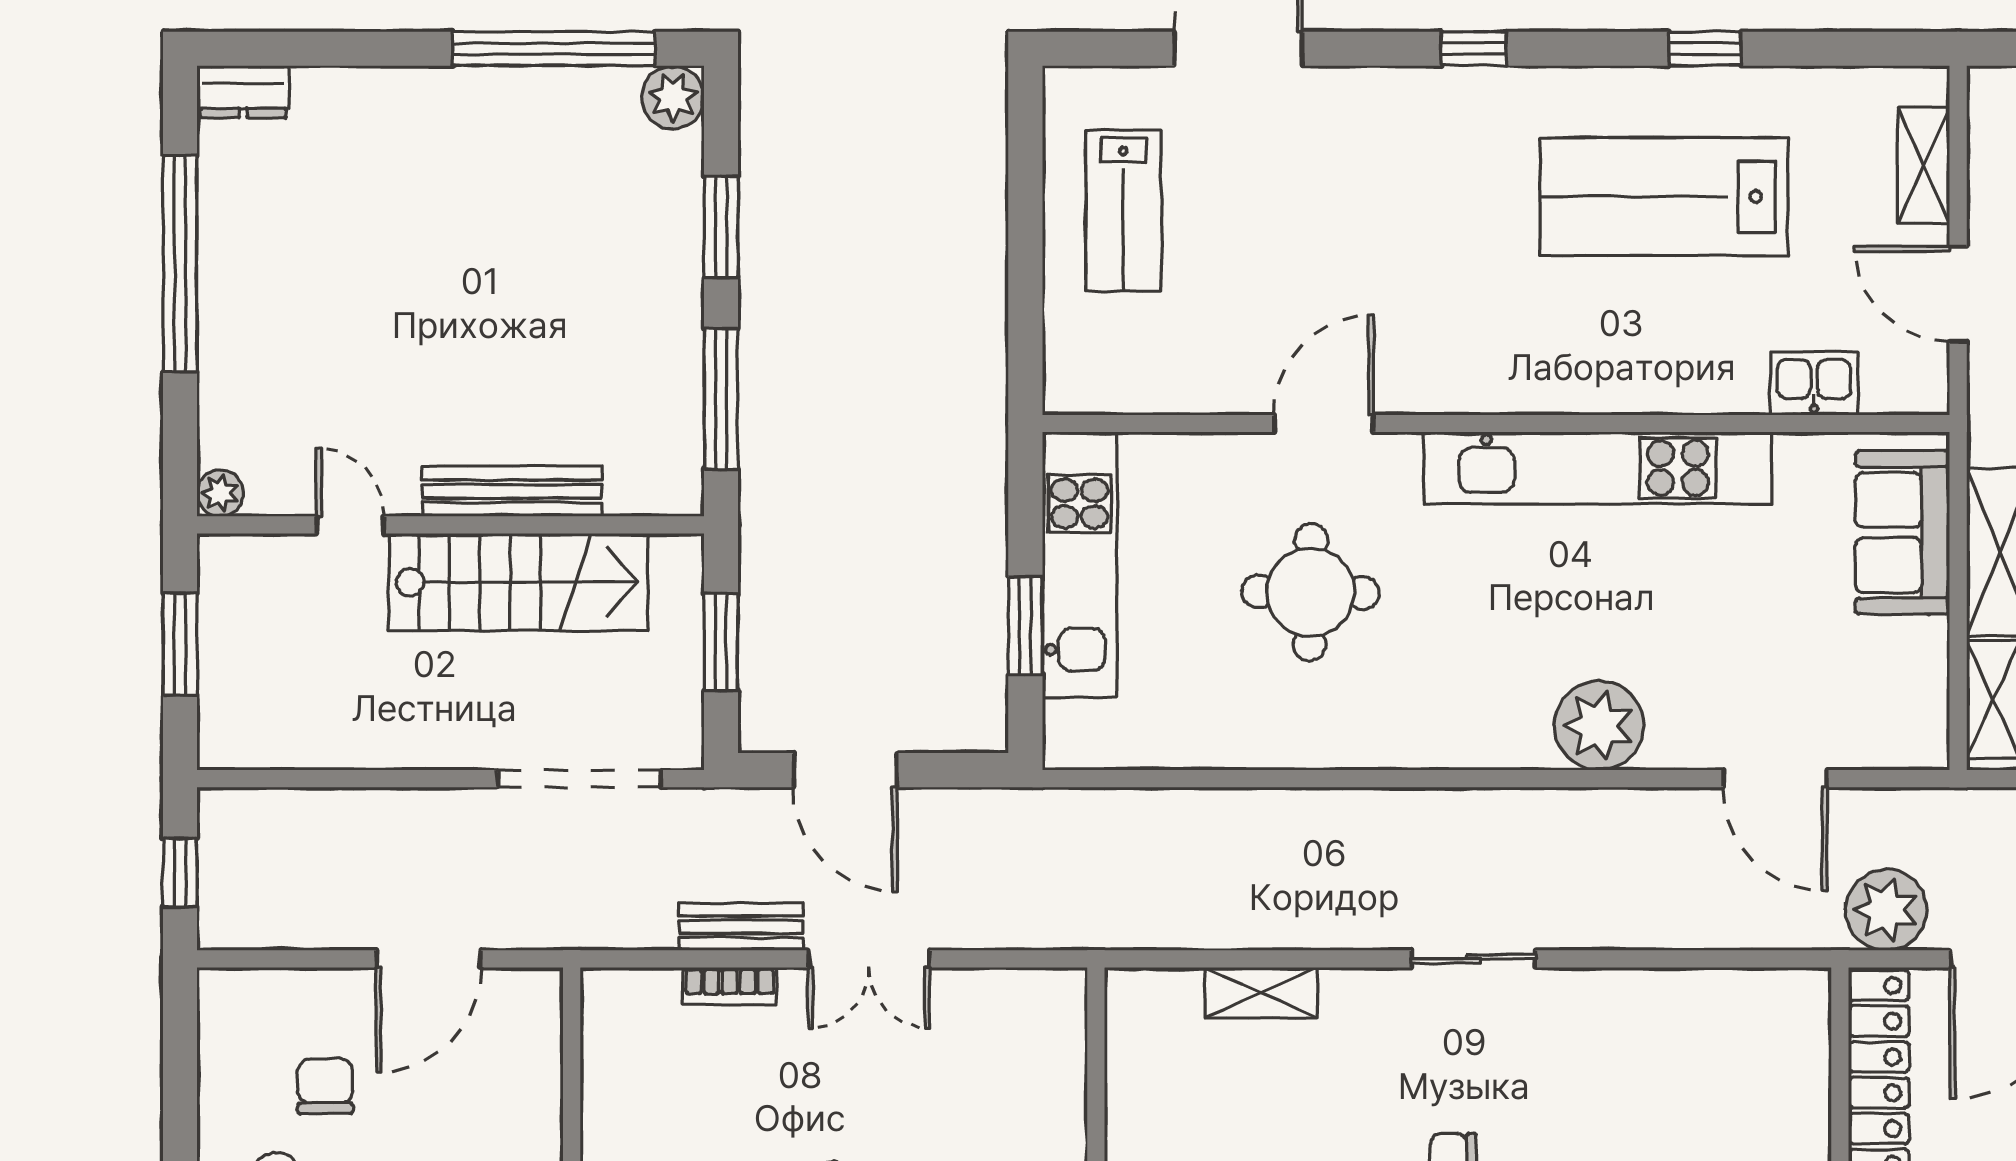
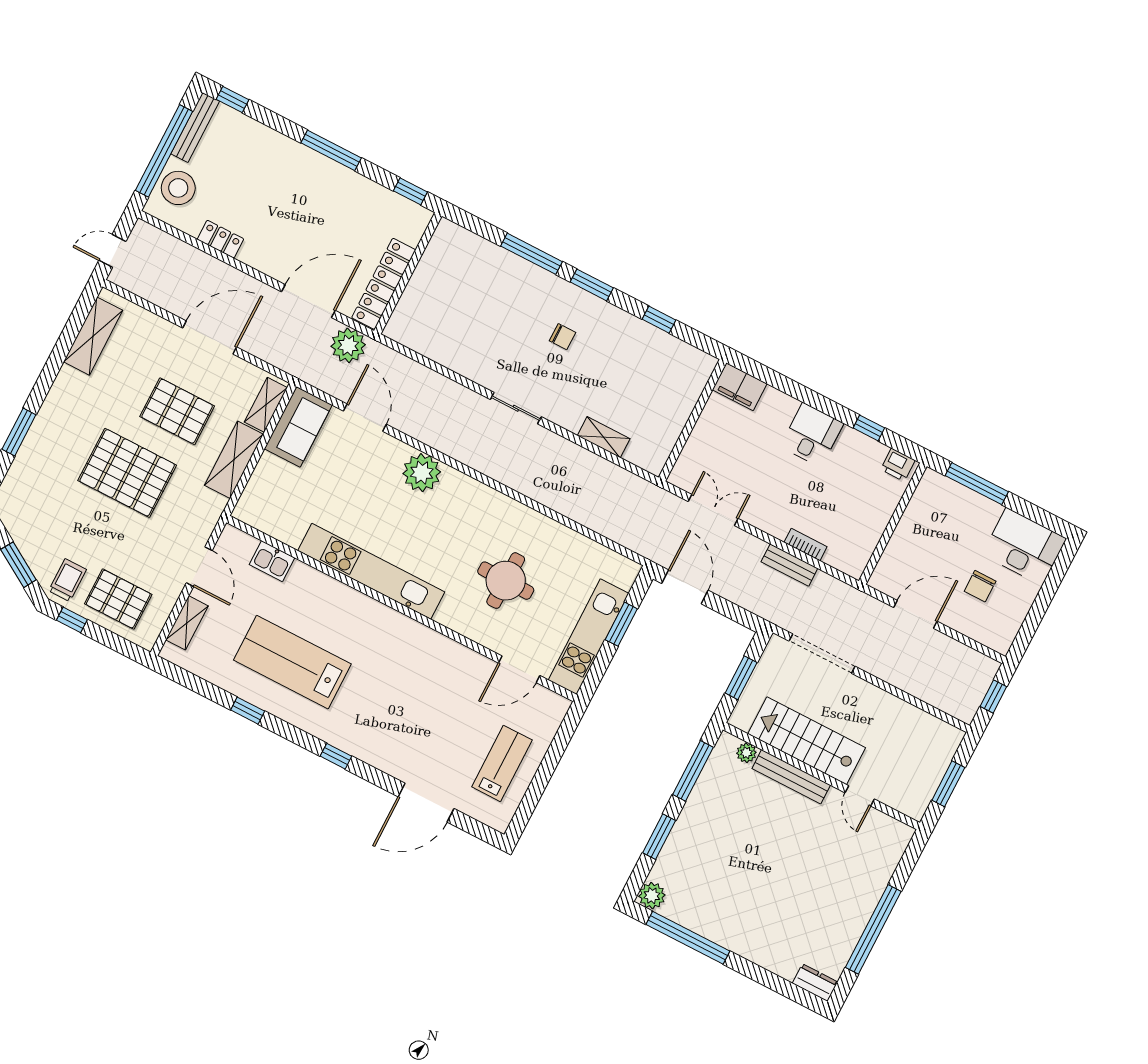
lab bench: (1664, 197) -> (292, 662), turned 180
door: (1323, 423) -> (519, 669), moved
plant: (220, 493) -> (746, 753), moved
sofa: (1903, 532) -> (298, 427), moved
door: (845, 770) -> (685, 587), moved
double door: (869, 959) -> (713, 510), moved

